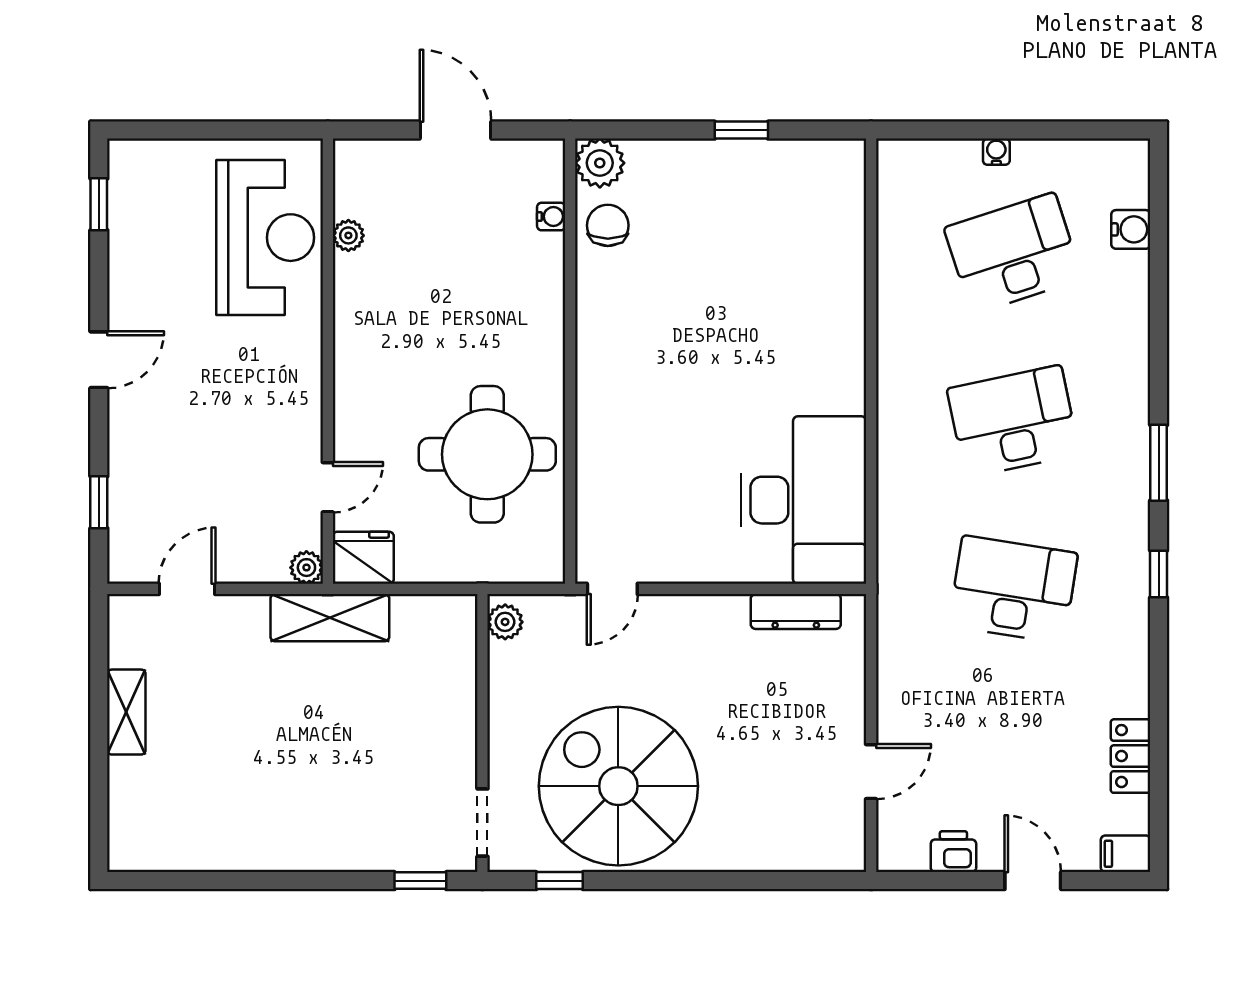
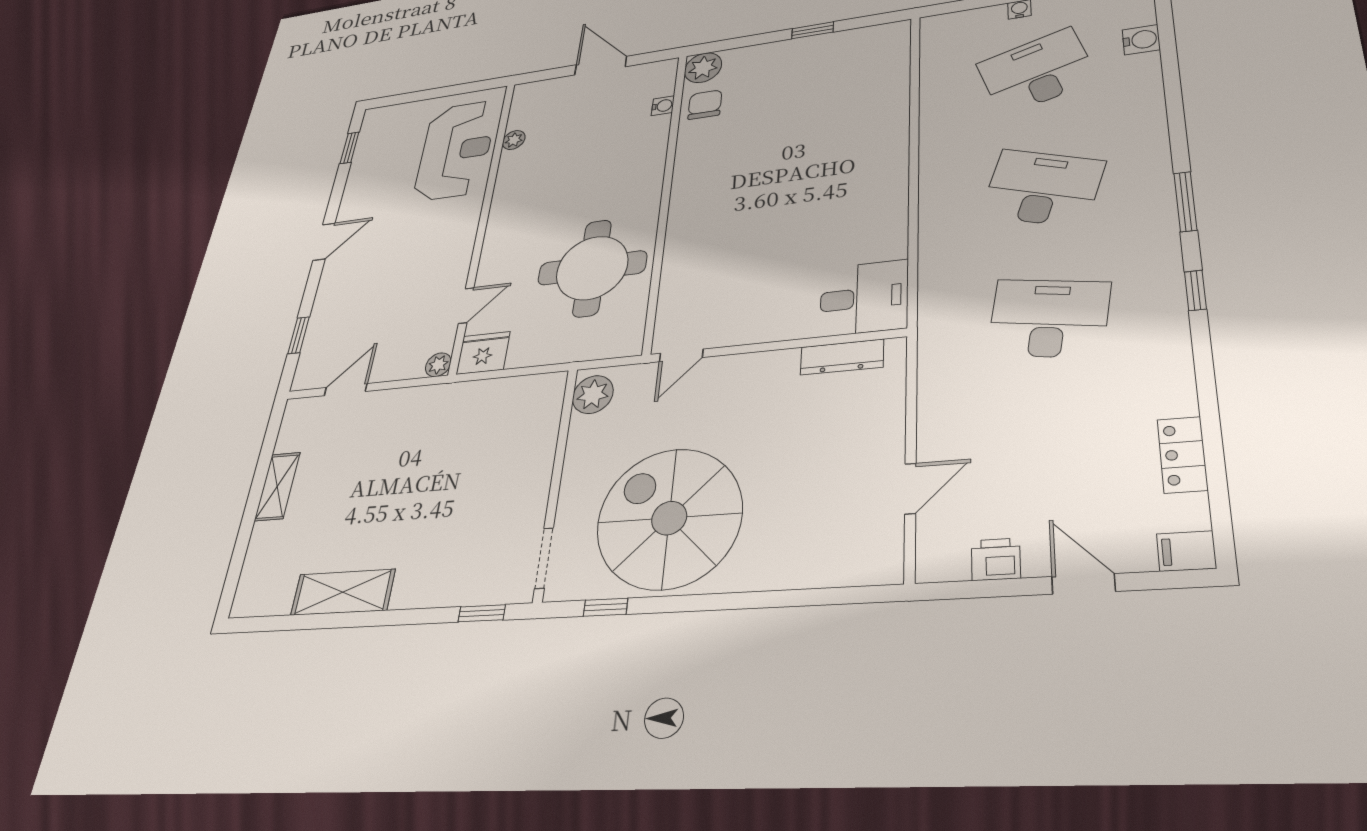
desk: (1013, 421) -> (1042, 188), turned 30
desk: (803, 500) -> (864, 298), width x0.53, depth x0.77
shelving: (330, 618) -> (343, 592), moved
plant: (505, 622) -> (593, 395), width x1.38, depth x1.38

